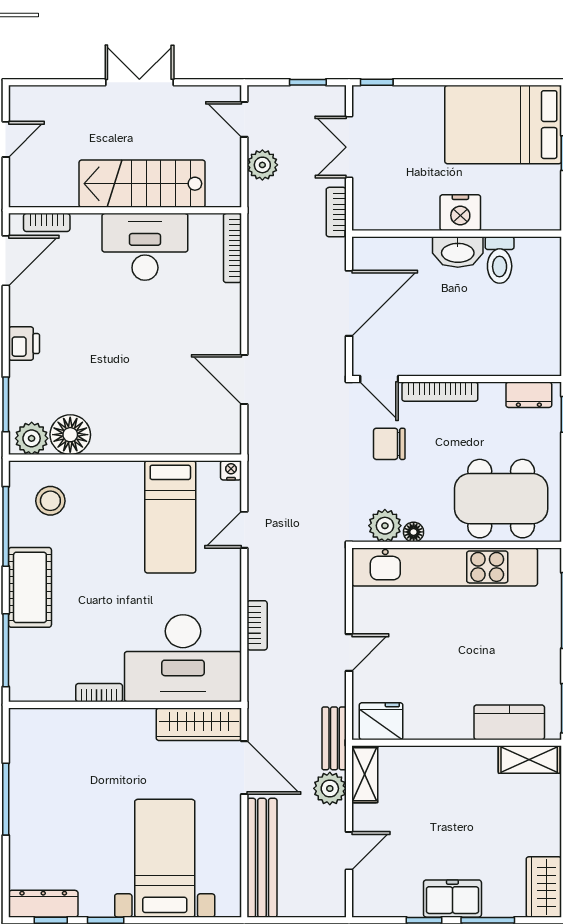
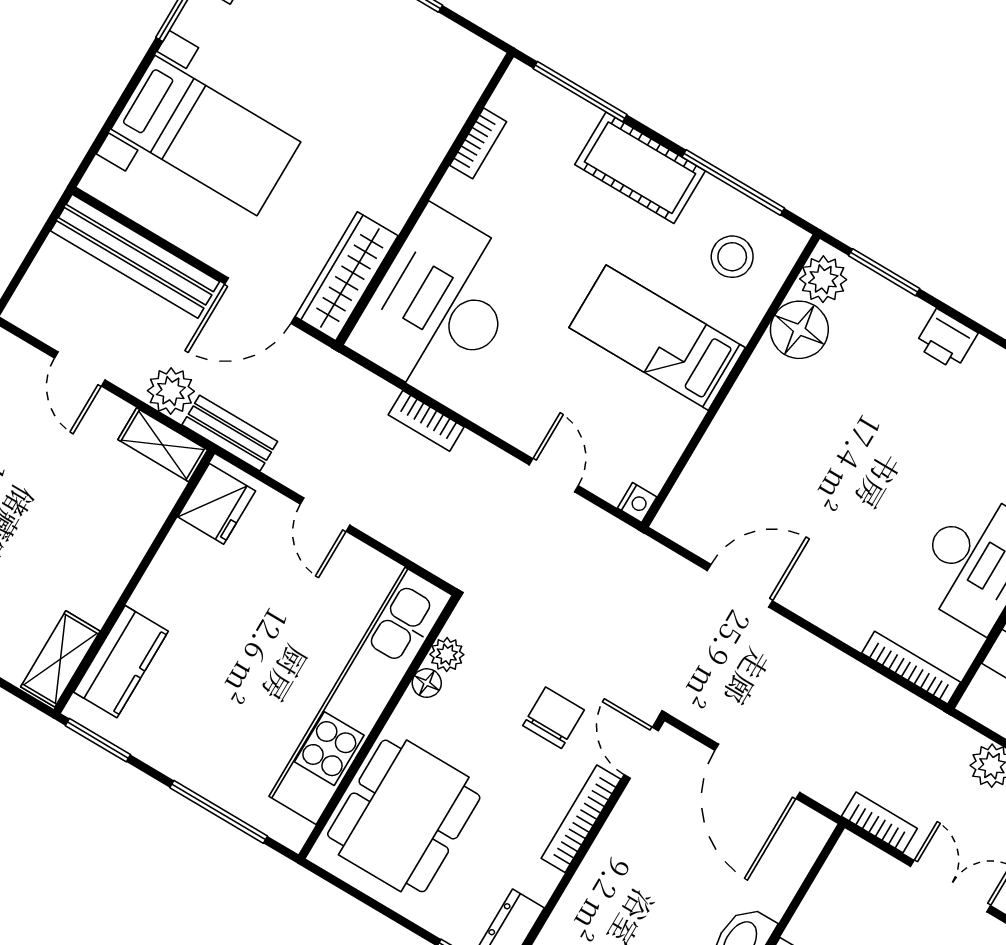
door: (379, 379) -> (641, 753), hinge flipped
bed: (170, 517) -> (657, 338), moved
plant: (385, 526) -> (447, 654), width x0.73, depth x0.73
bookcase: (99, 693) -> (478, 143), moved

